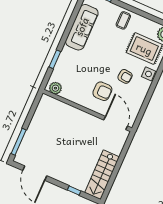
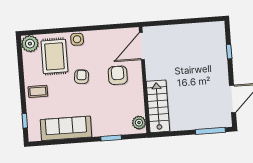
armchair: (125, 76) -> (82, 77), moved
stairs: (102, 175) -> (158, 106), moved, turned -90

